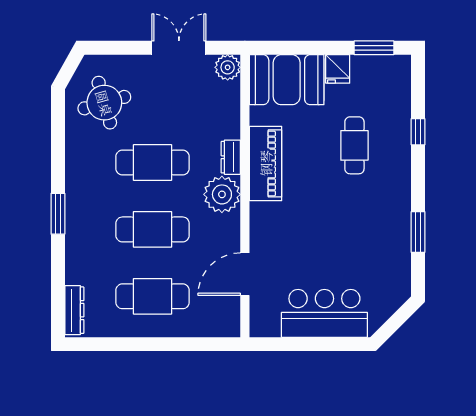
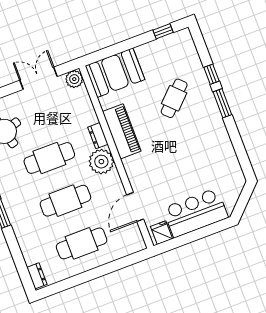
window: (374, 48) -> (163, 31), width x0.67
fridge: (338, 69) -> (162, 233), moved, turned 180
cafe table: (354, 145) -> (174, 98), turned 45
window: (418, 232) -> (222, 103), moved
dresser: (74, 310) -> (37, 276), width x0.70

